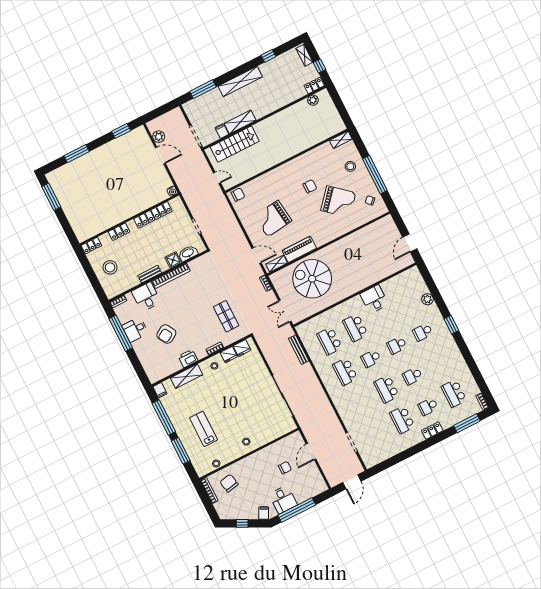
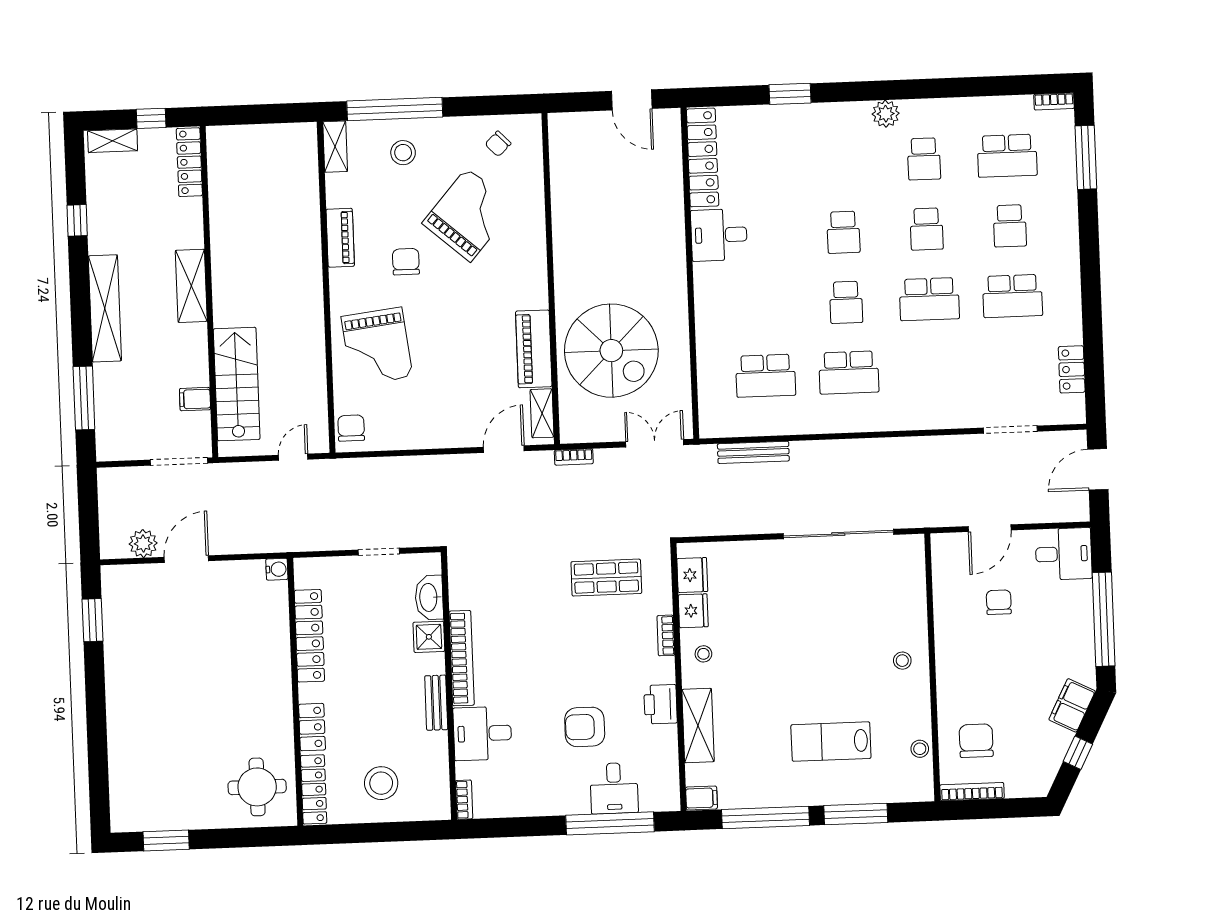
locker: (314, 86) -> (189, 162), width x1.53
plant: (313, 100) -> (220, 168), removed
shelving: (240, 122) -> (191, 286), moved
window: (77, 154) -> (97, 741), removed
piano: (307, 158) -> (340, 238), added
window: (375, 175) -> (395, 109), moved
window: (51, 197) -> (166, 840), width x0.69
grand piano: (273, 219) -> (377, 347), moved
round table: (87, 222) -> (257, 787), added
locker: (91, 245) -> (314, 789), width x1.53
spiral stairs: (312, 279) -> (611, 351), turned -90
locker: (400, 280) -> (703, 157), added
plant: (427, 299) -> (886, 114), moved
double door: (285, 311) -> (655, 443), swing flipped
window: (451, 325) -> (790, 94), moved
school desk: (355, 328) -> (763, 306), removed
desk: (135, 329) -> (614, 788), moved
school desk: (423, 332) -> (924, 159), moved
window: (121, 333) -> (610, 823), moved
armchair: (166, 334) -> (585, 727), turned 121
locker: (432, 431) -> (1072, 369), moved
door: (311, 451) -> (990, 528), hinge flipped
door: (352, 482) -> (1098, 469), swing flipped
chair: (229, 483) -> (976, 741), turned 101
desk: (283, 500) -> (1064, 554), moved
filing cabinet: (264, 513) -> (1072, 705), width x2.00

